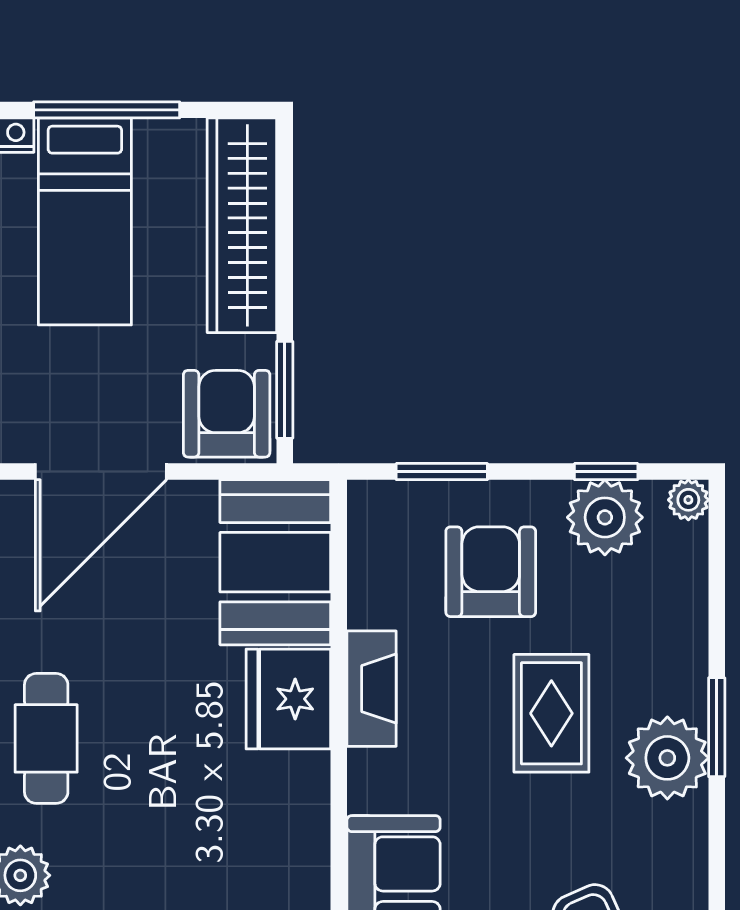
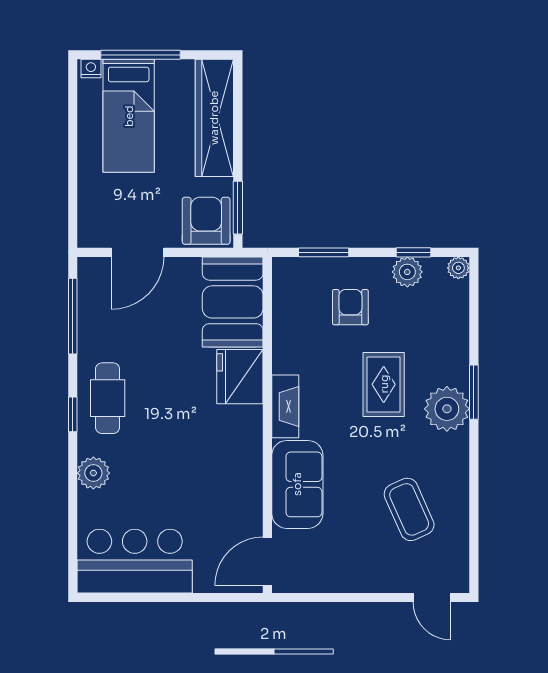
door: (101, 472) -> (137, 252), width x0.73
plant: (605, 517) -> (407, 272), width x0.73, depth x0.73
armchair: (491, 572) -> (350, 307), width x0.72, depth x0.72
fireplace: (372, 689) -> (285, 406), moved

